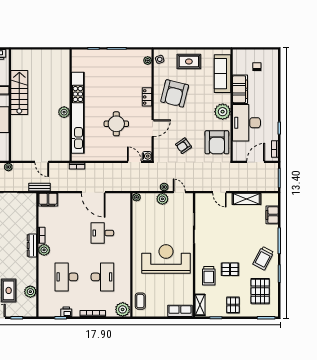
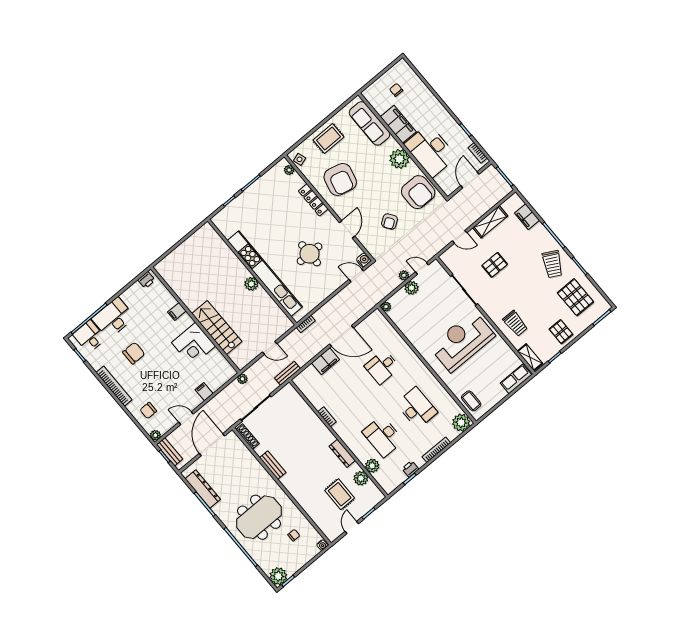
stairs: (19, 92) -> (217, 328), moved
locker: (147, 97) -> (313, 200), width x1.53
filing cabinet: (48, 200) -> (326, 361), moved
dresser: (32, 245) -> (342, 453), moved
plant: (44, 250) -> (372, 466), moved
pallet: (230, 269) -> (495, 265), moved

